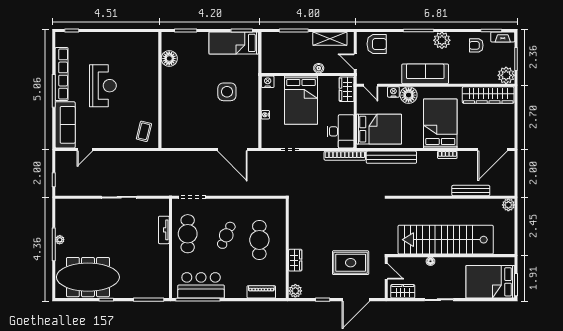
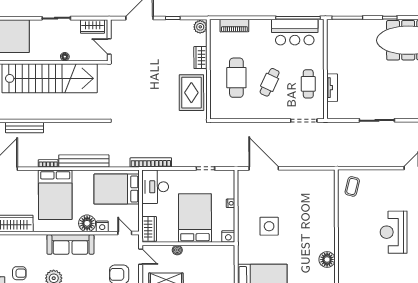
bench: (391, 157) -> (84, 161), moved
cafe table: (188, 234) -> (308, 84), width x0.73, depth x0.74
rug: (351, 263) -> (191, 93), moved, turned 90

